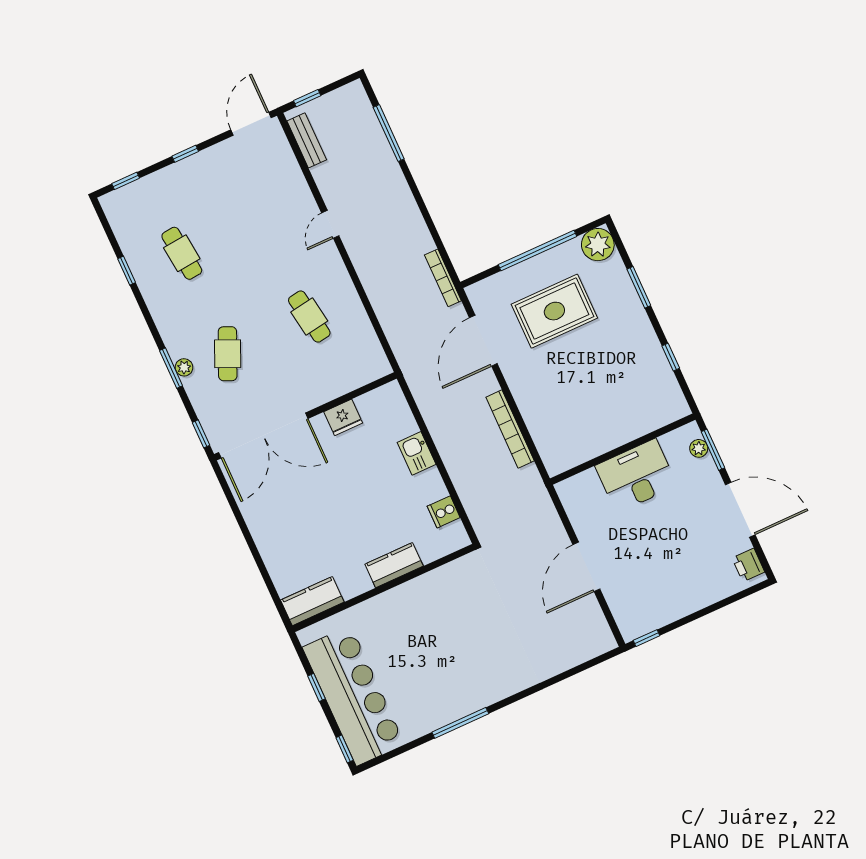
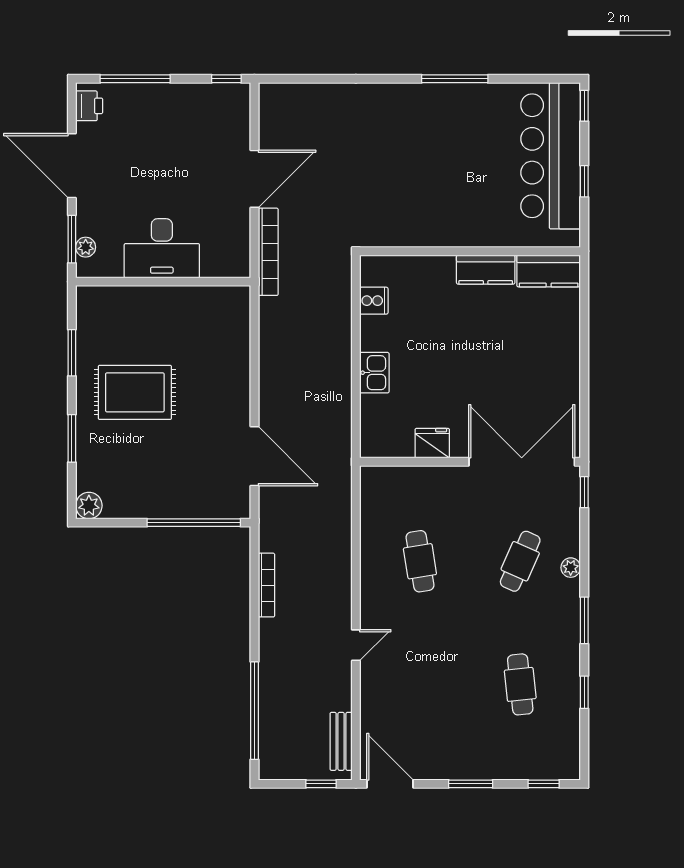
door: (251, 124) -> (390, 784), swing flipped
window: (389, 133) -> (254, 711), width x1.46
window: (185, 154) -> (471, 784), width x1.50
plant: (598, 245) -> (89, 506), width x0.73, depth x0.73
window: (538, 251) -> (194, 523), moved
bookcase: (443, 278) -> (266, 585), moved
rug: (554, 311) -> (135, 392), moved
door: (483, 341) -> (254, 456), hinge flipped
window: (671, 357) -> (72, 353), width x1.50
window: (171, 368) -> (584, 620), moved
bookcase: (510, 429) -> (268, 252), moved
kitchen counter: (394, 565) -> (486, 270), moved
window: (721, 604) -> (135, 79), added

